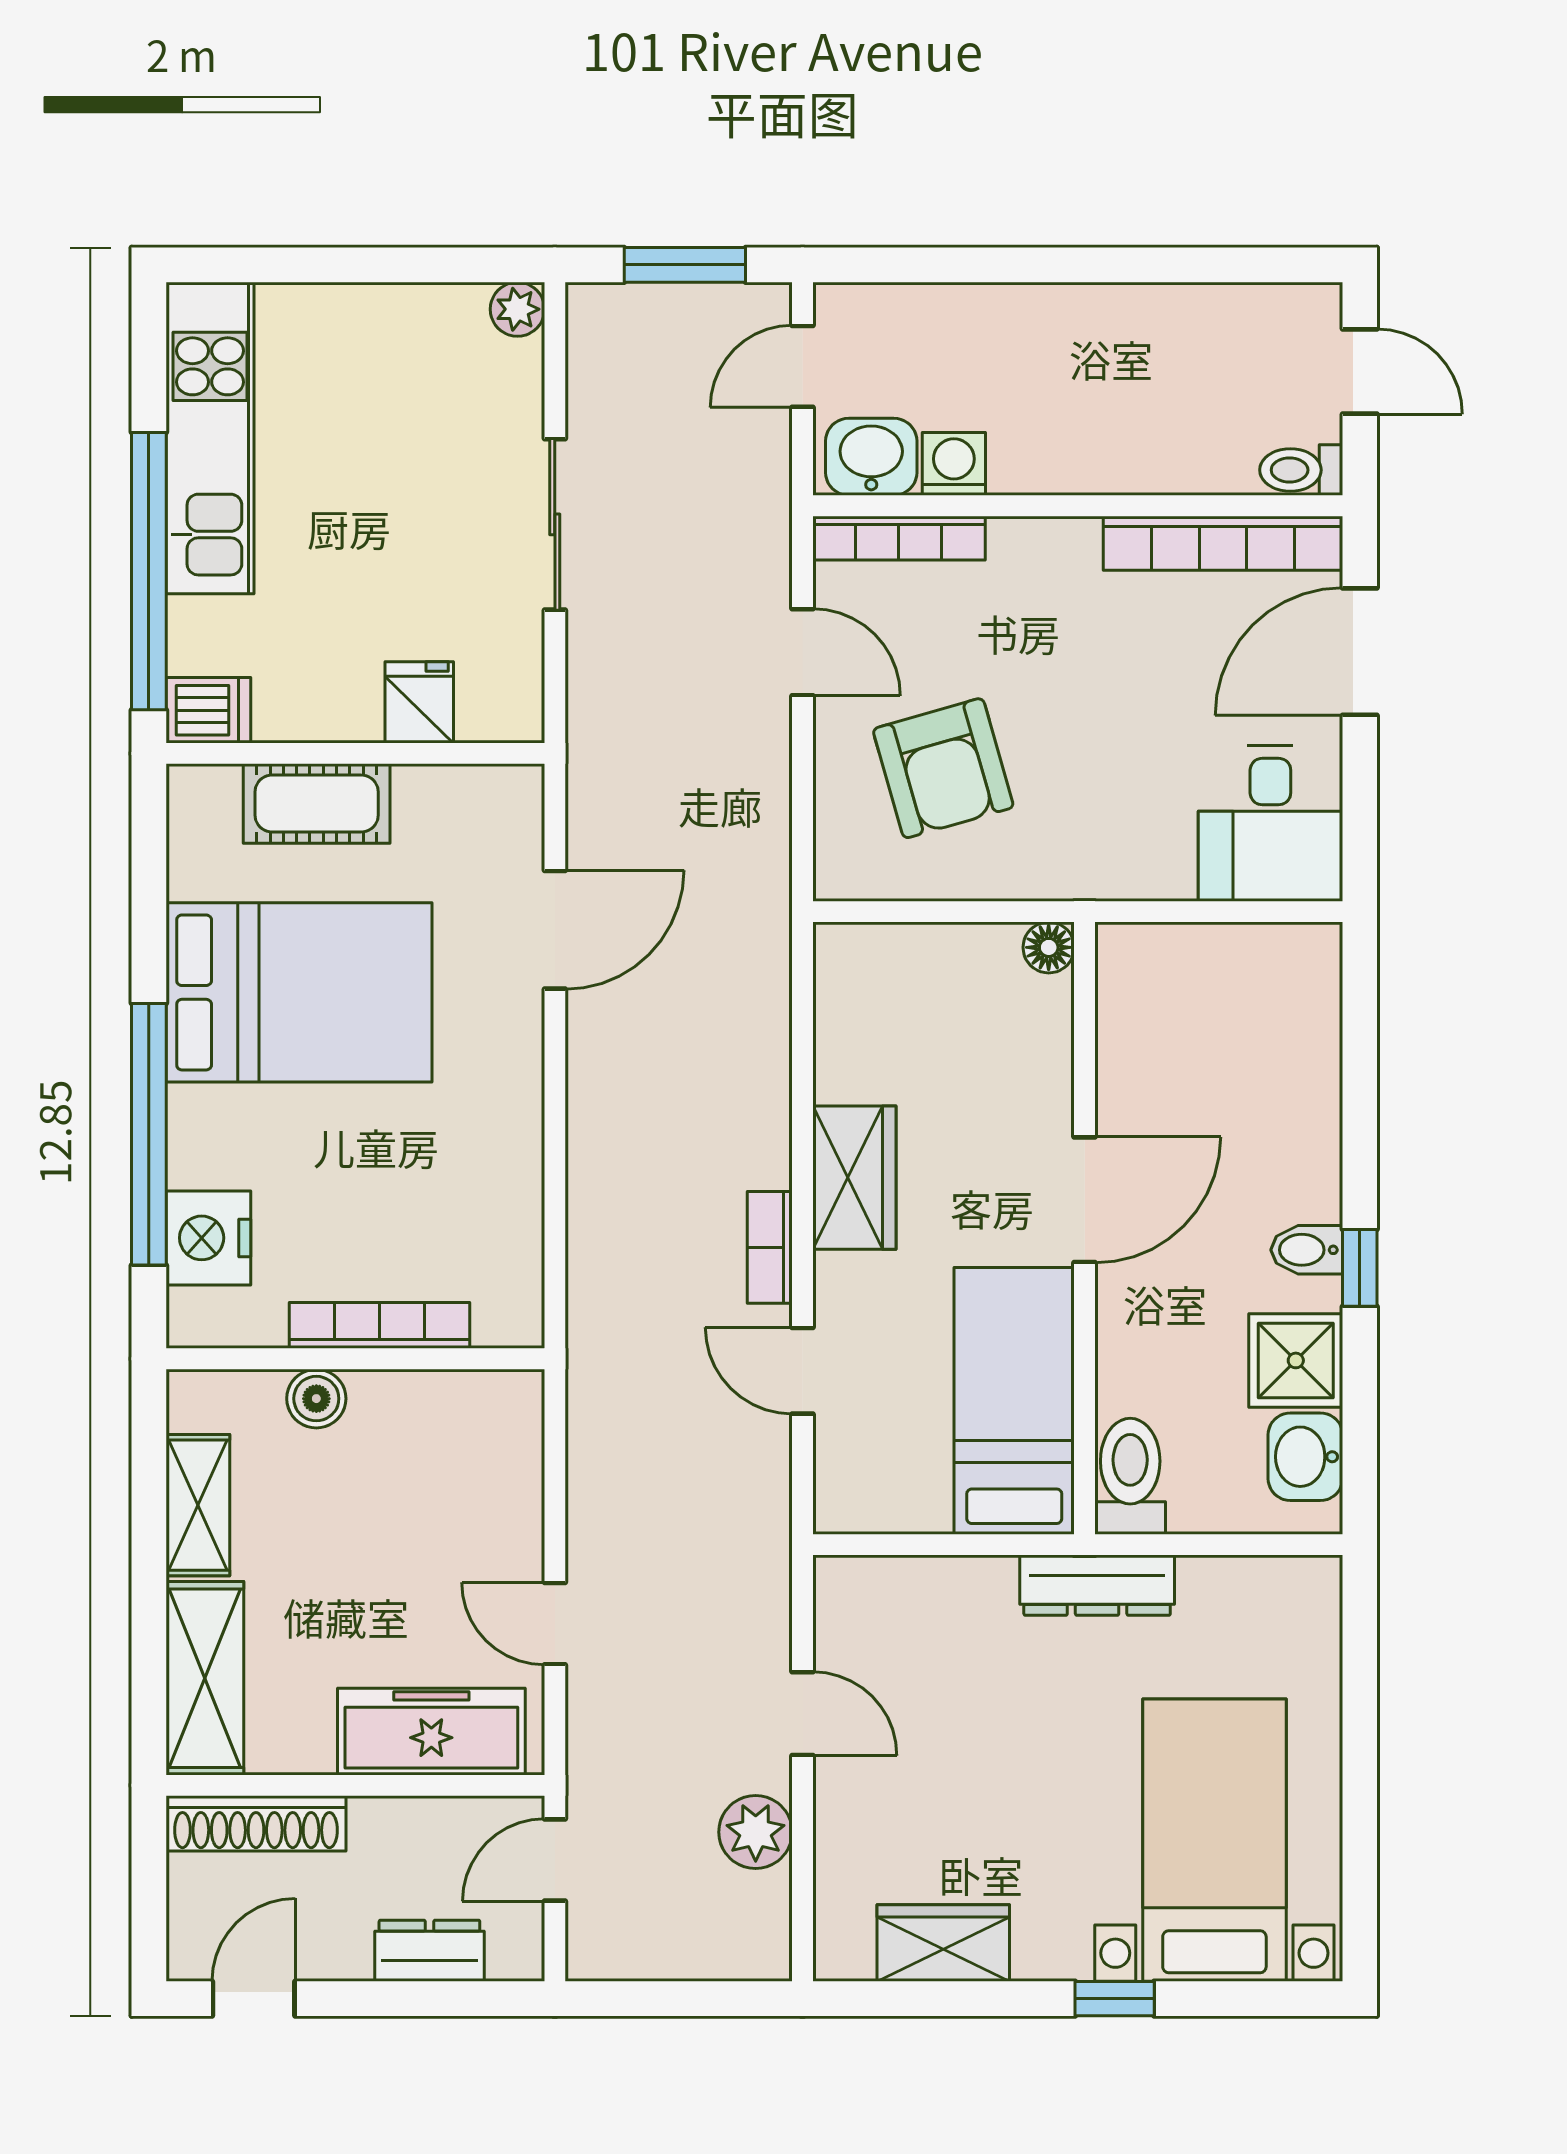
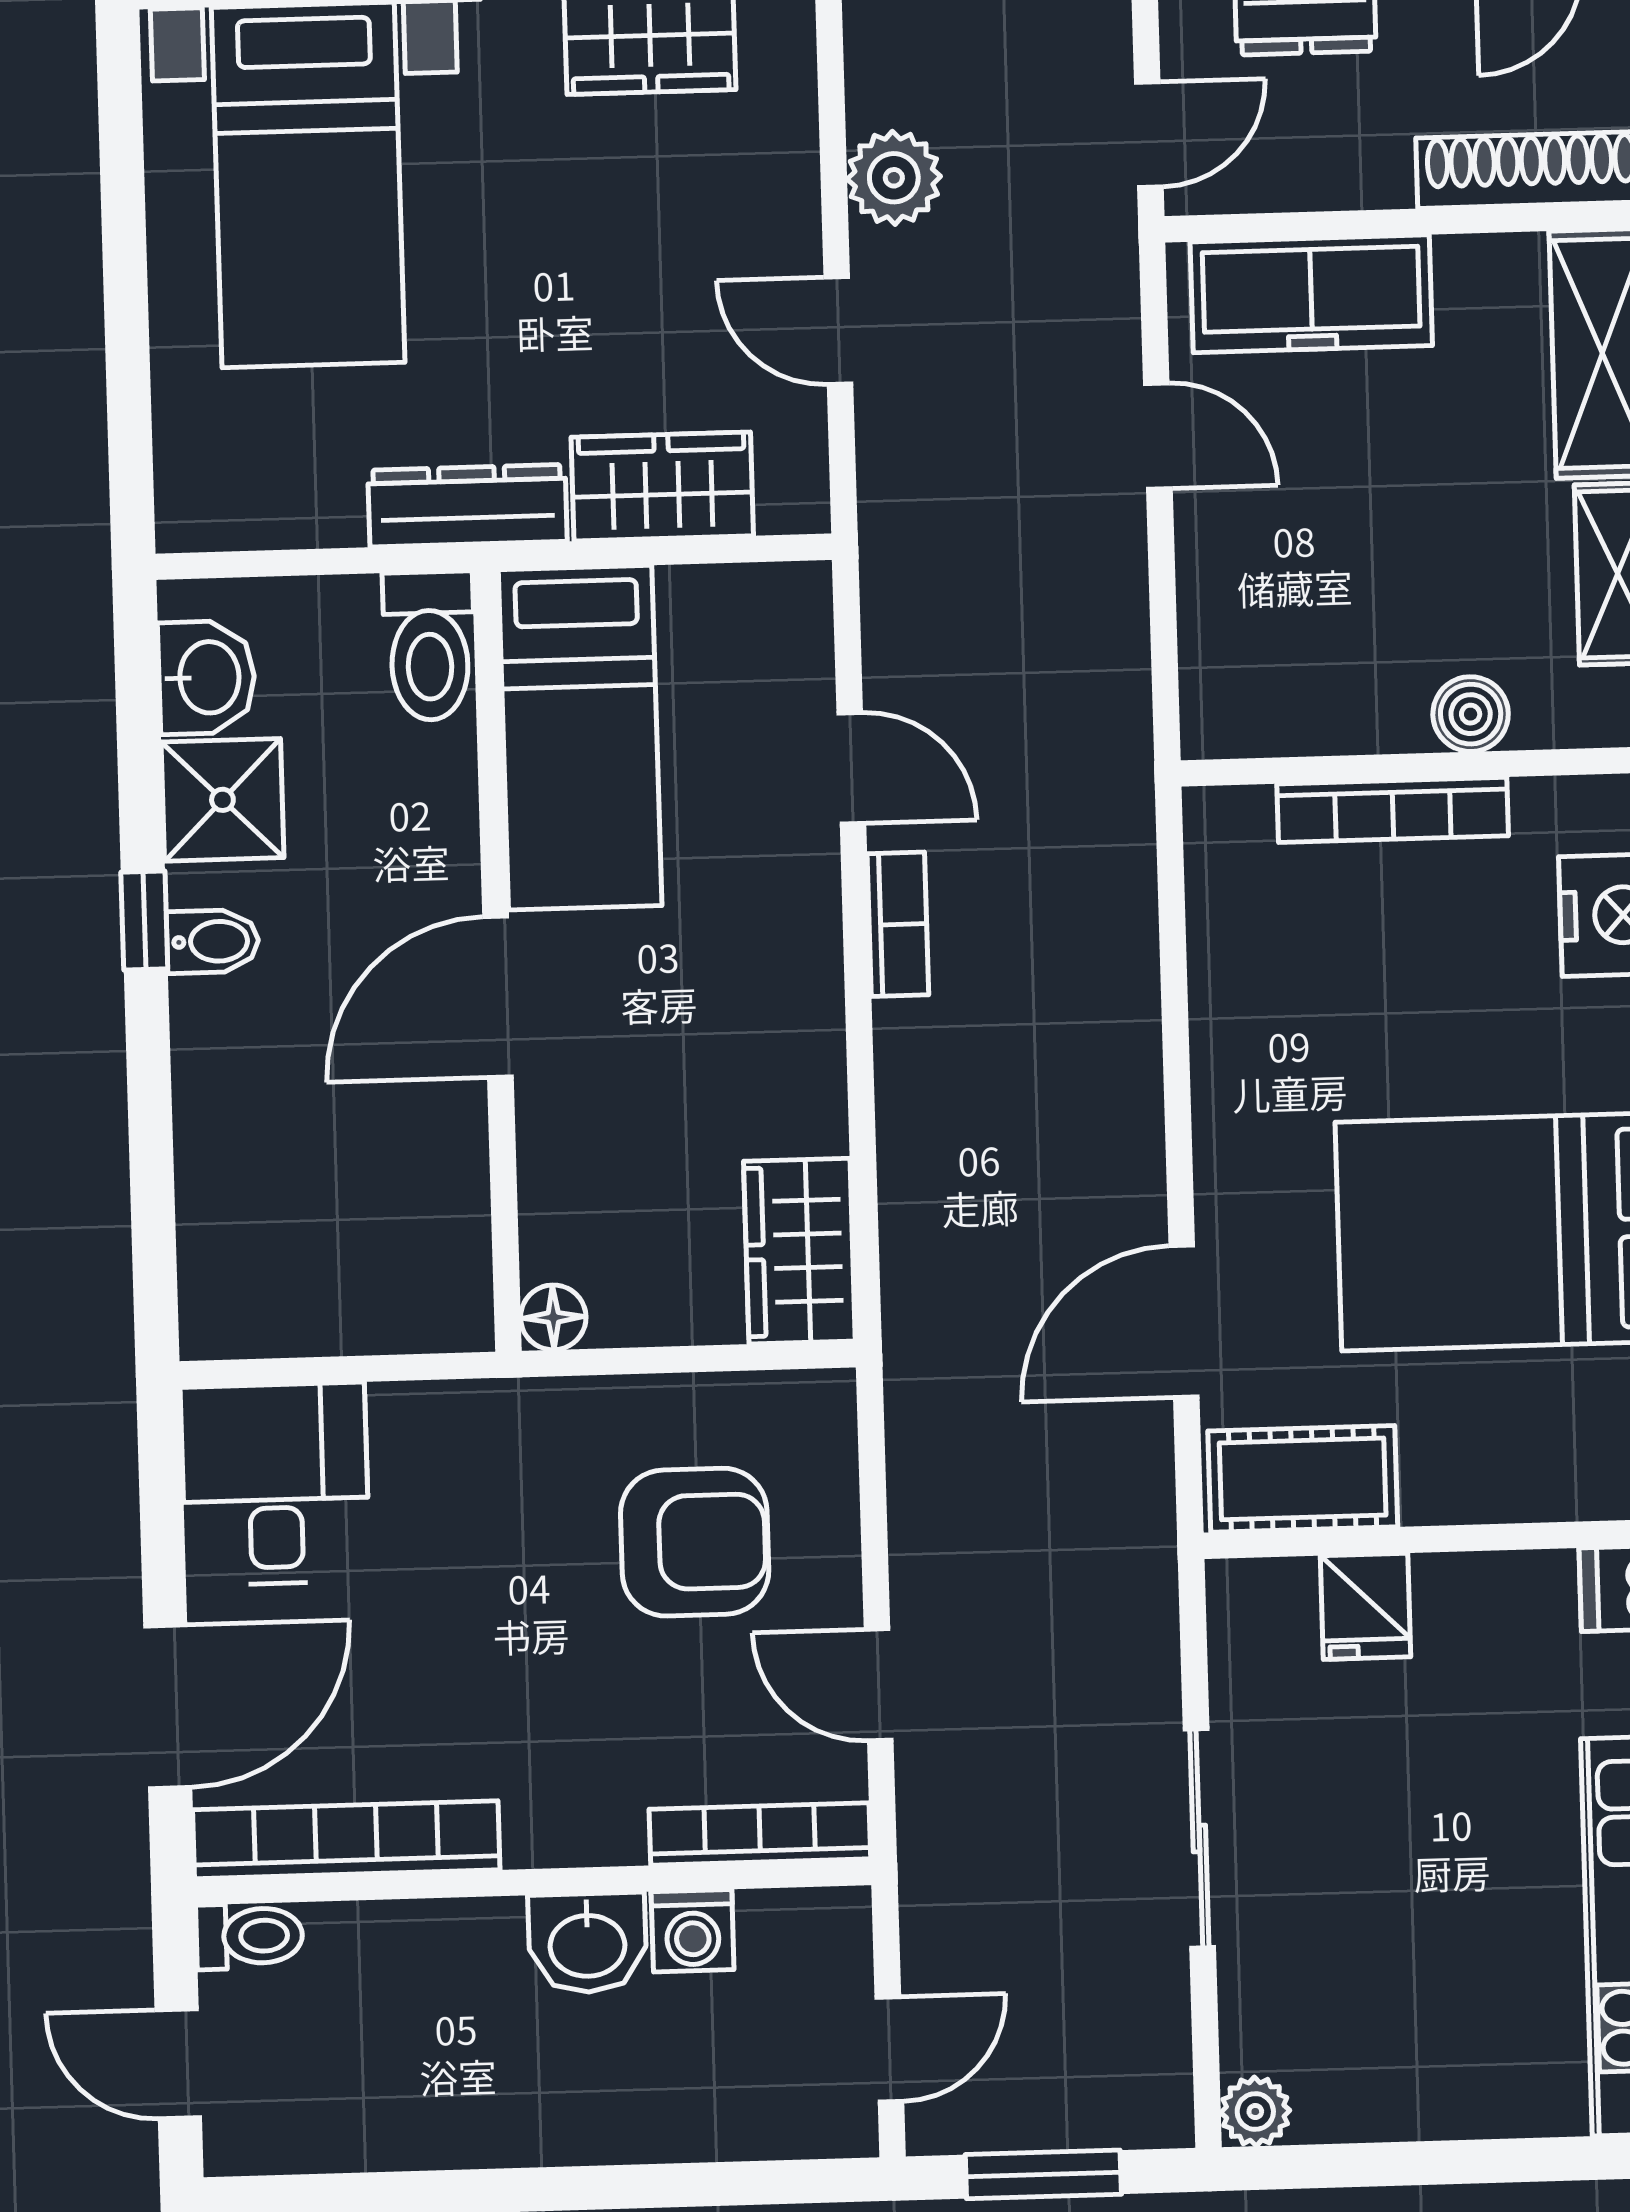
washbasin: (871, 457) -> (587, 1943), moved
armchair: (943, 768) -> (695, 1542), turned 106
cot: (317, 804) -> (1303, 1479), moved
wardrobe: (854, 1178) -> (799, 1251), moved
wardrobe: (944, 1596) -> (662, 486), added

